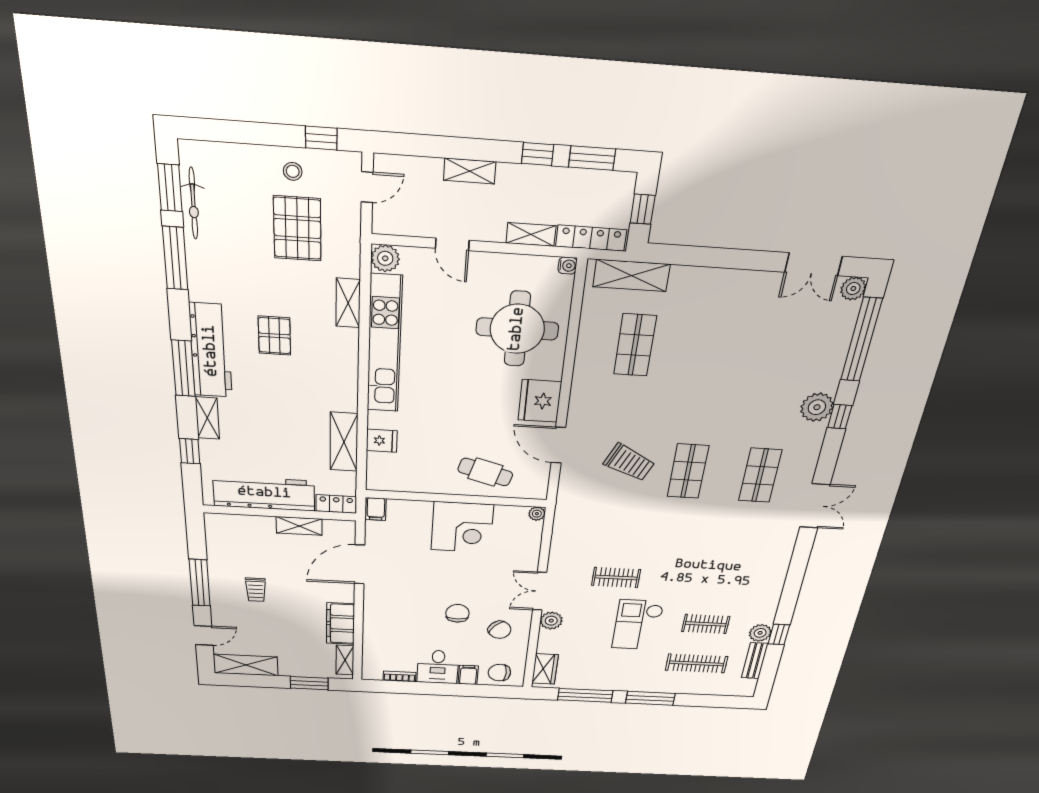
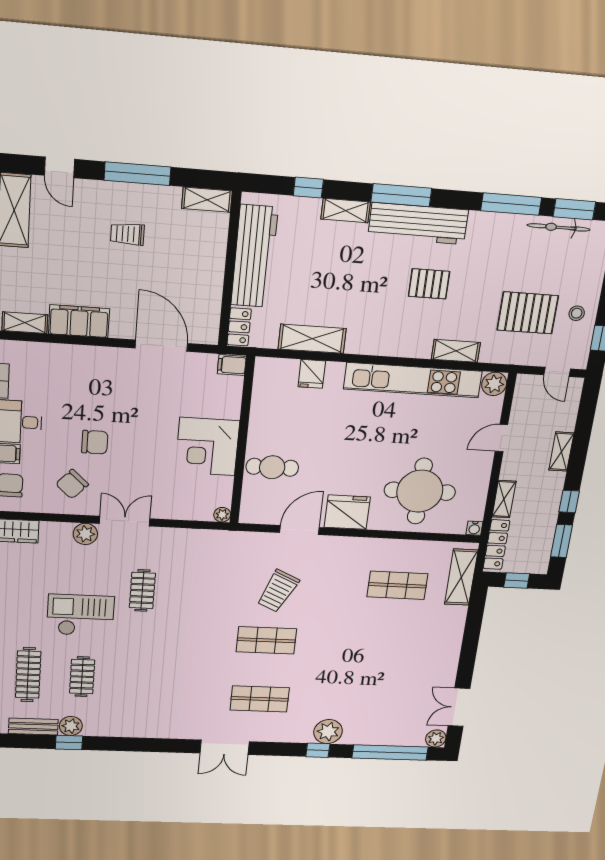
cafe table: (485, 472) -> (272, 467), turned 74
shelving: (299, 526) -> (207, 200), moved, turned 90

